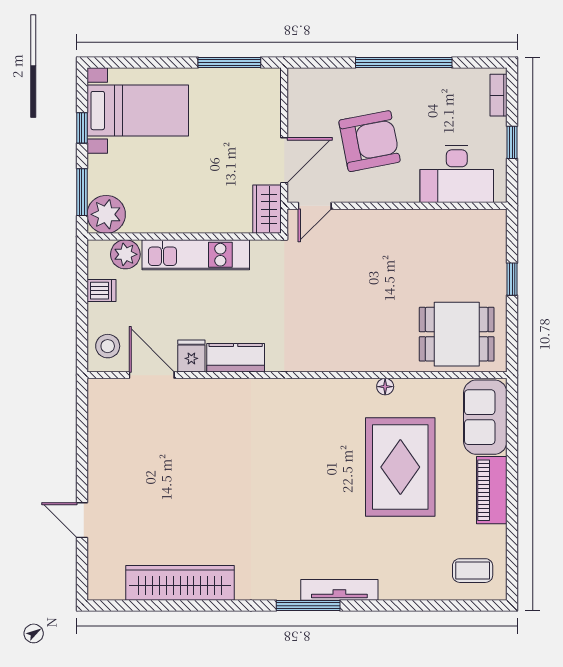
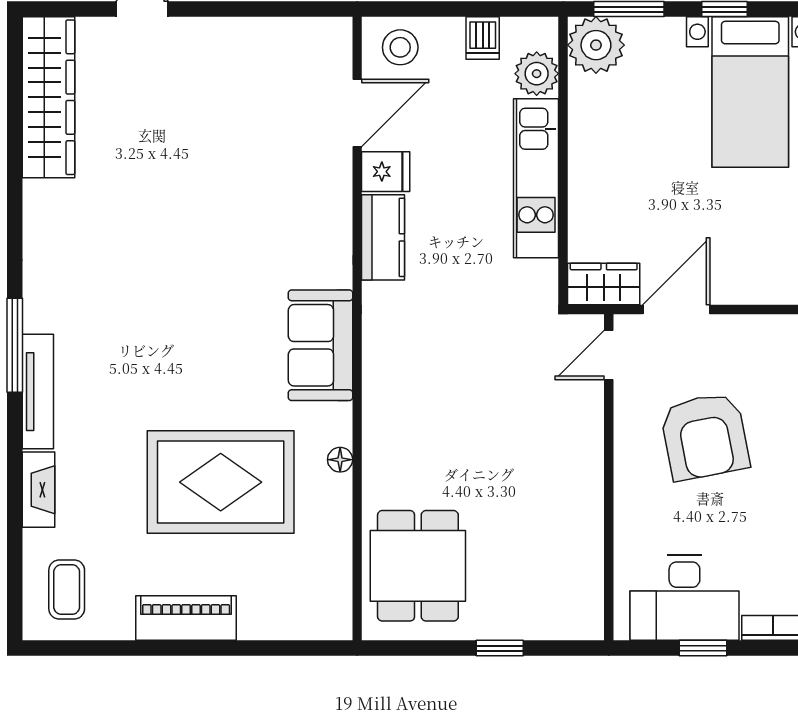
door: (284, 160) -> (676, 310), swing flipped
desk: (457, 174) -> (684, 598), moved, turned -90
door: (315, 206) -> (609, 355), hinge flipped
sofa: (485, 417) -> (321, 345), moved, turned -90
wardrobe: (180, 583) -> (48, 97), moved
fireplace: (405, 590) -> (39, 490), added

